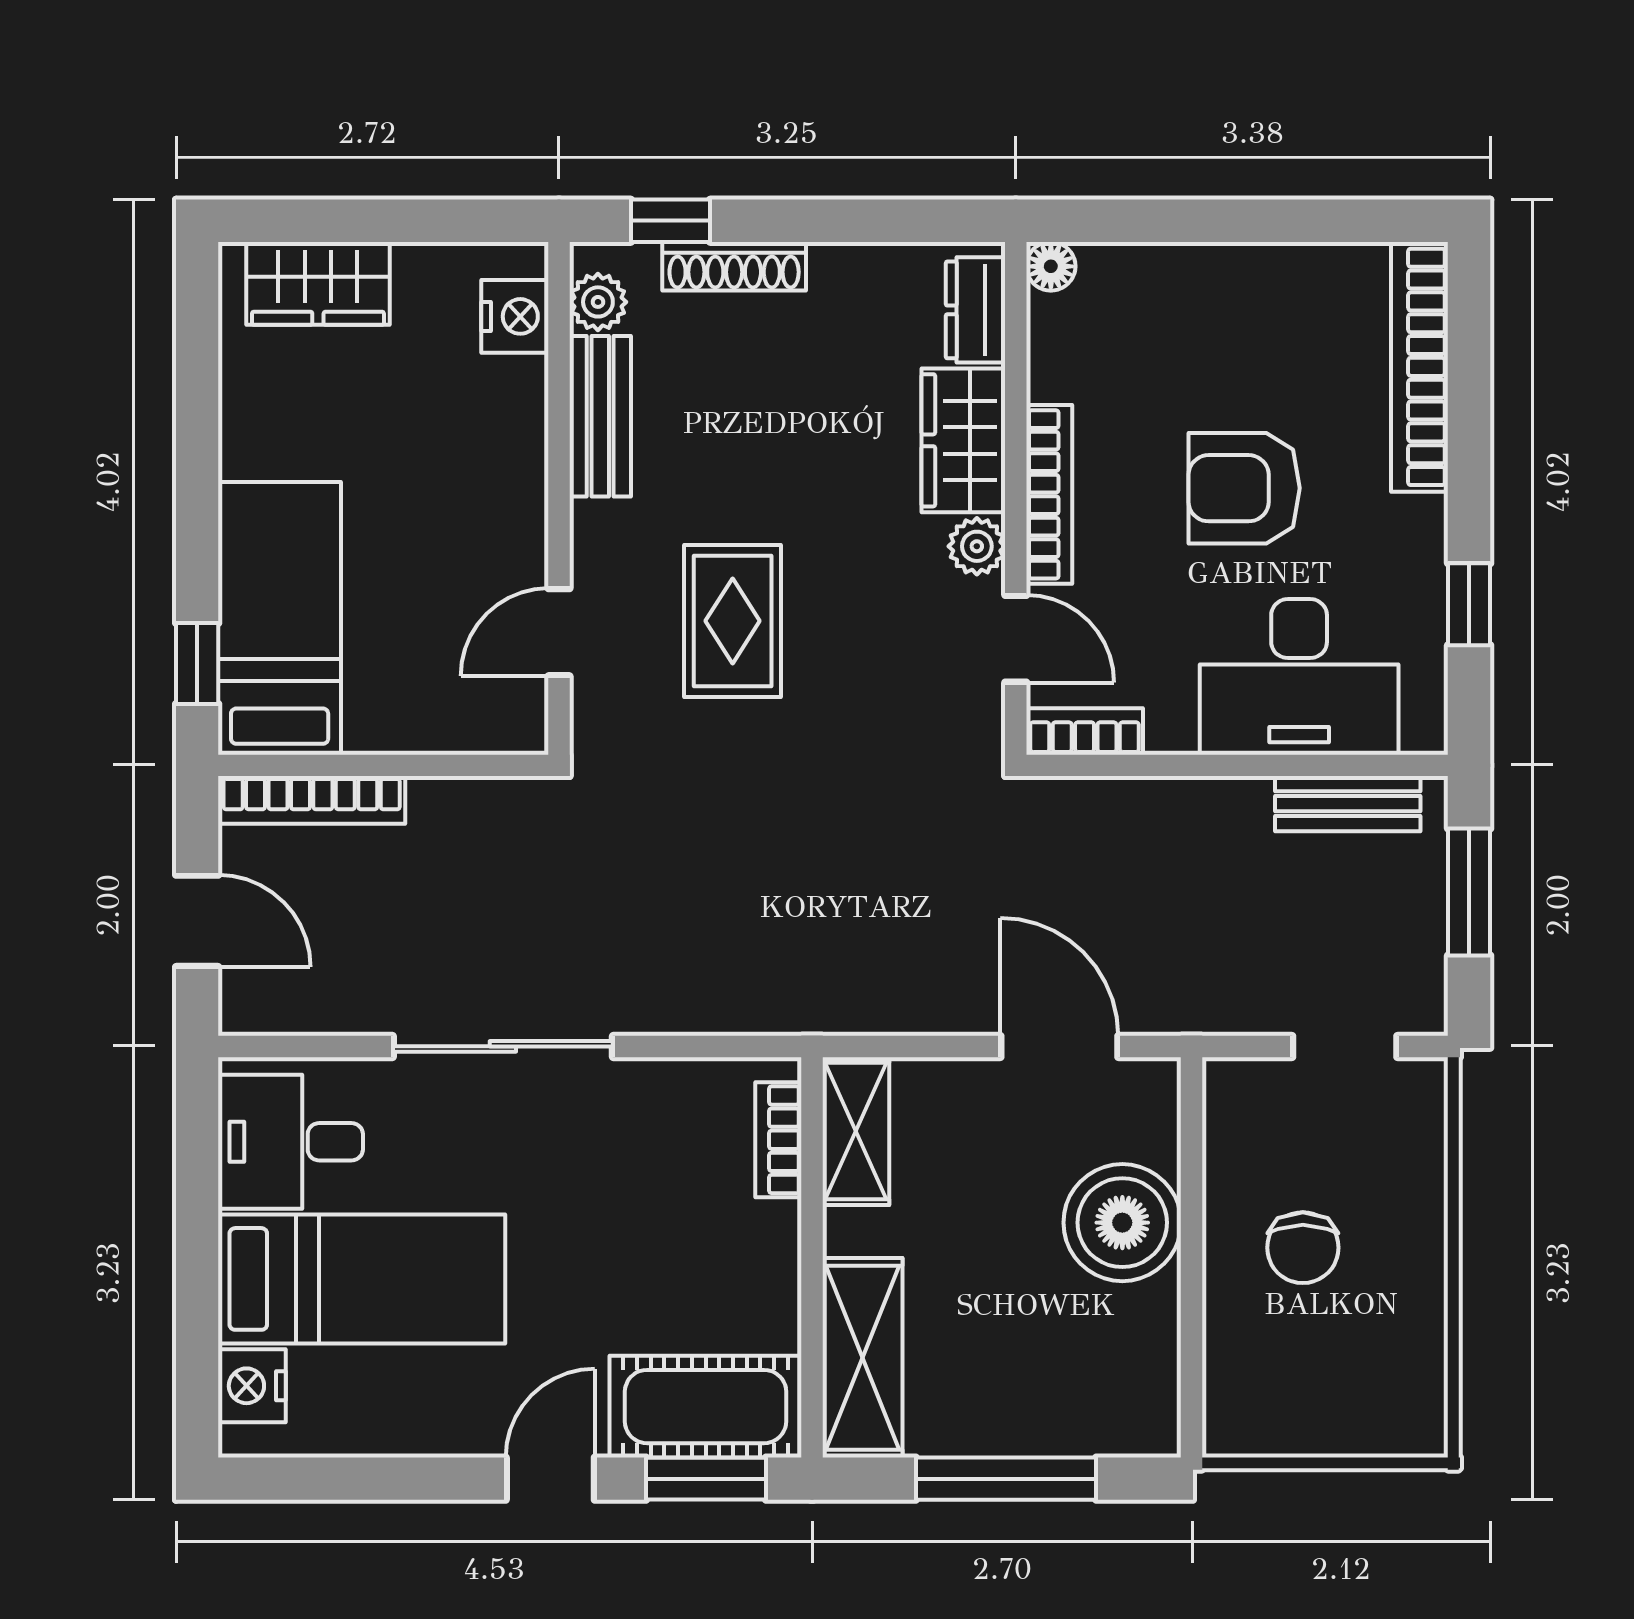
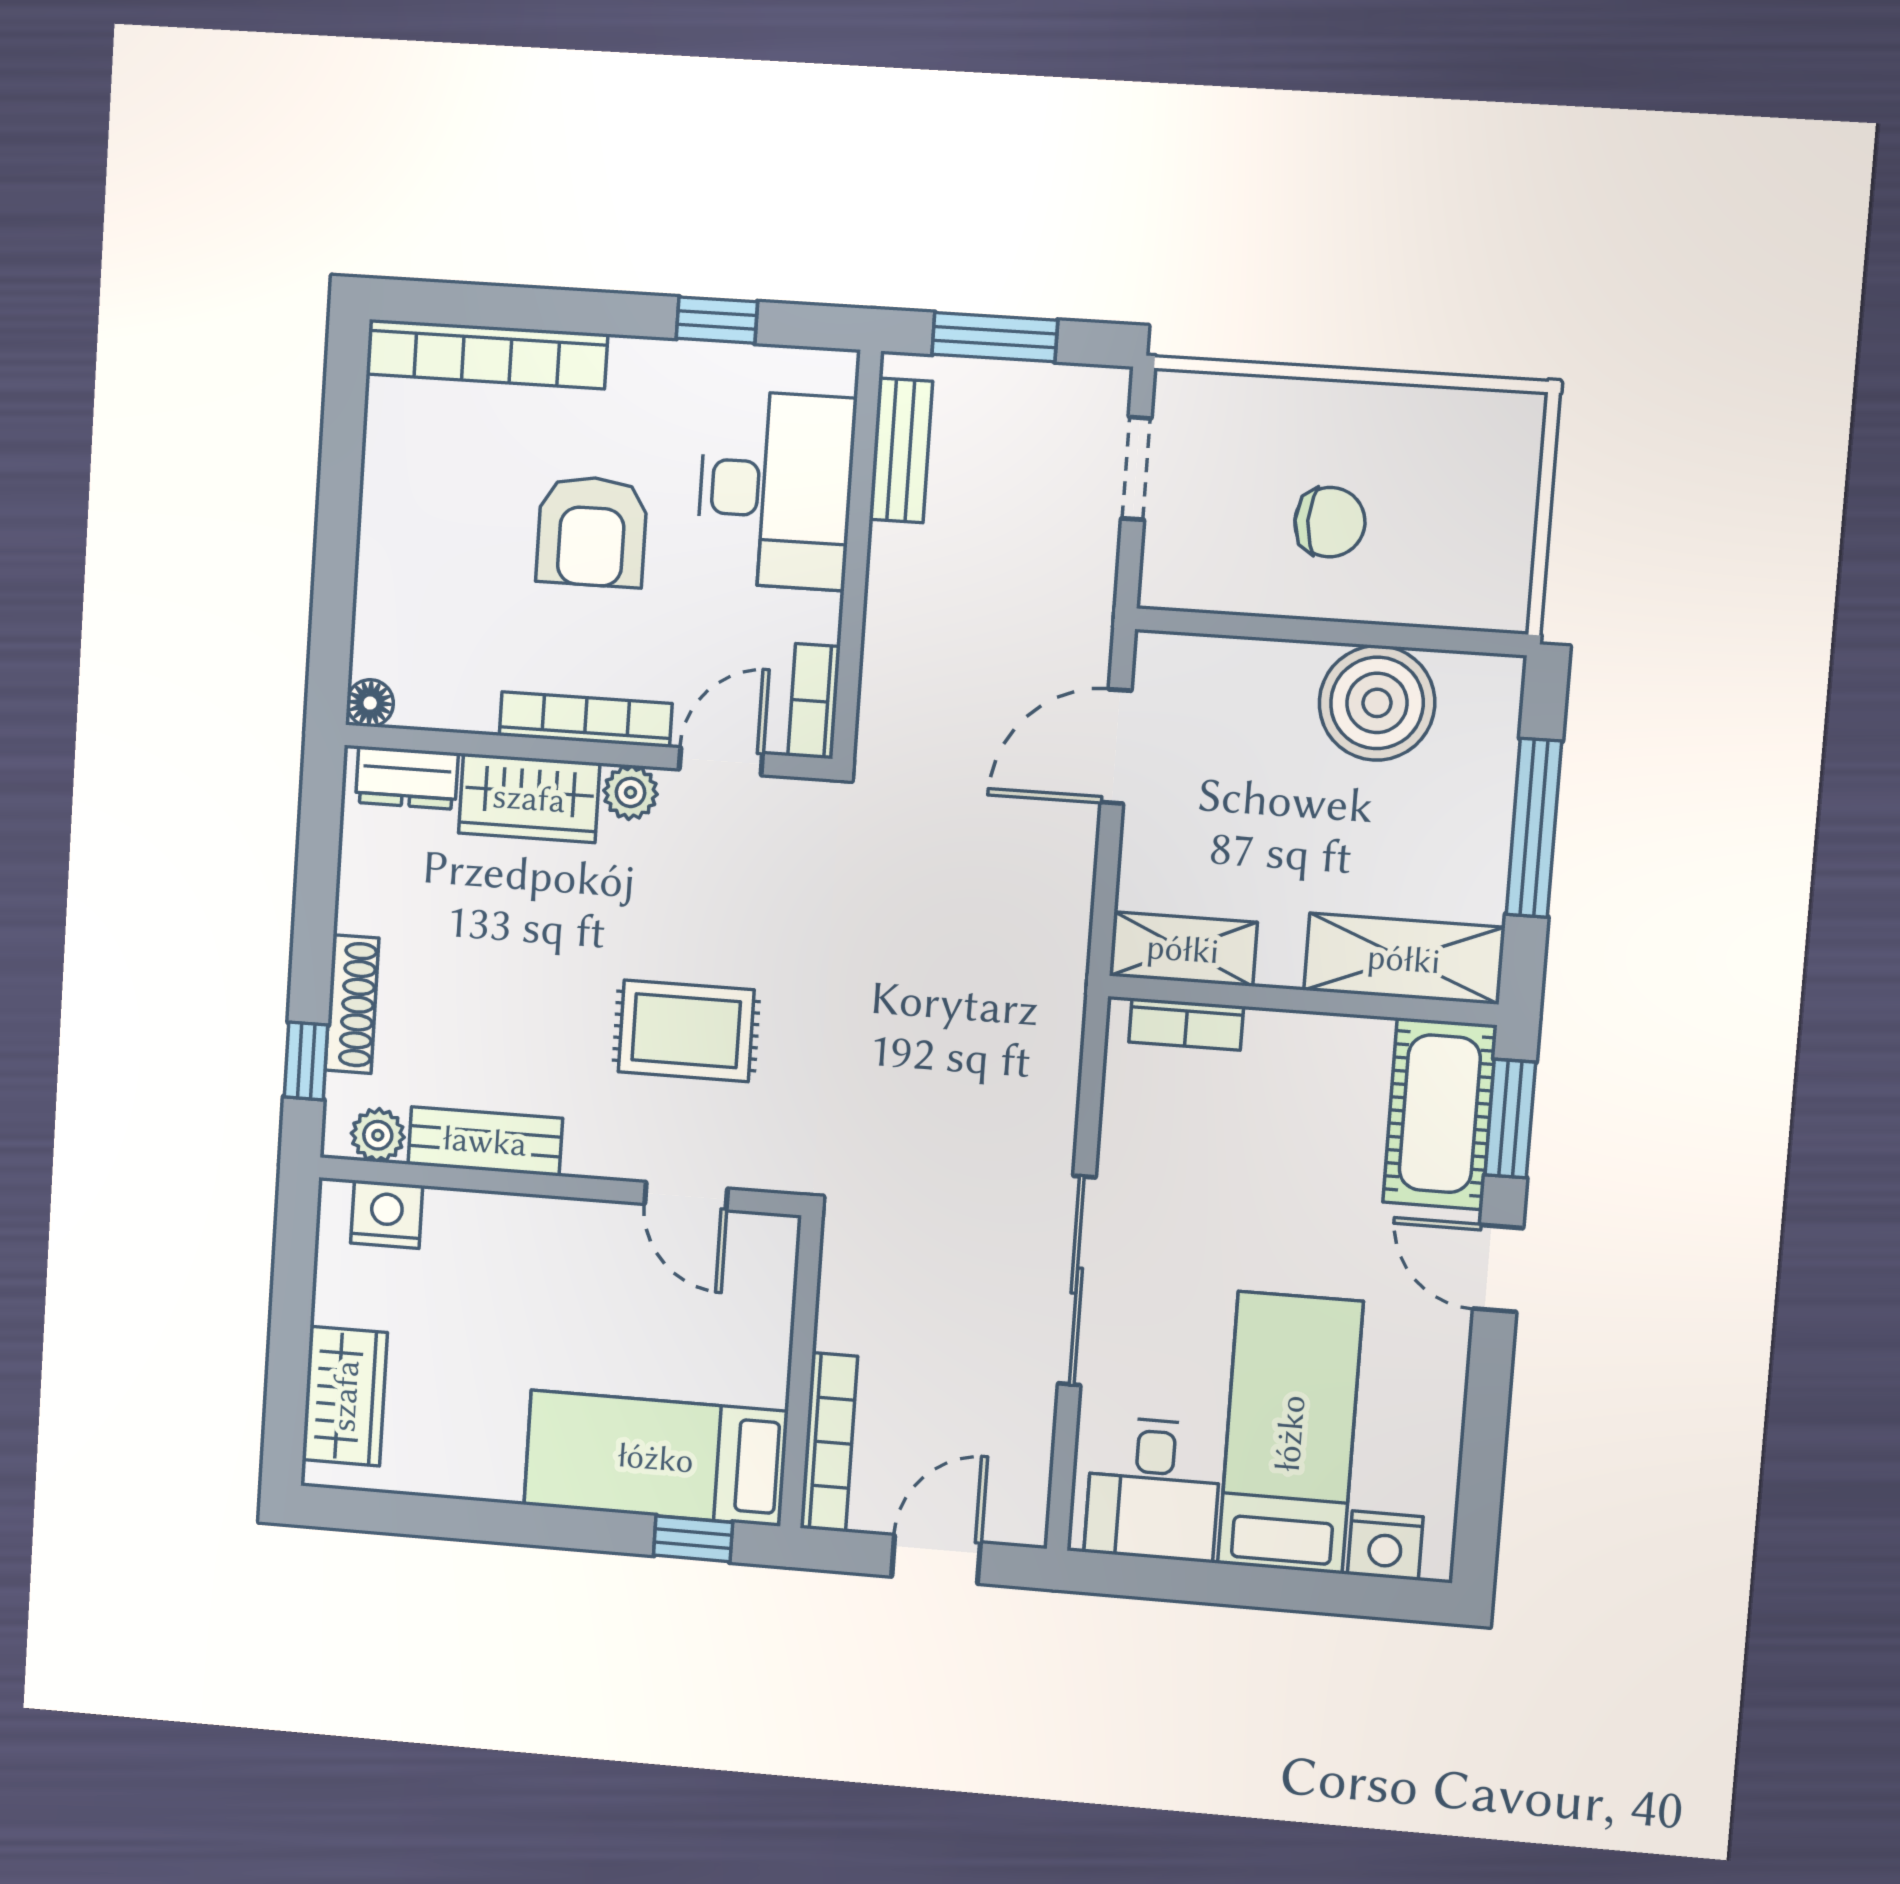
boiler: (1122, 1223) -> (1377, 703), moved

